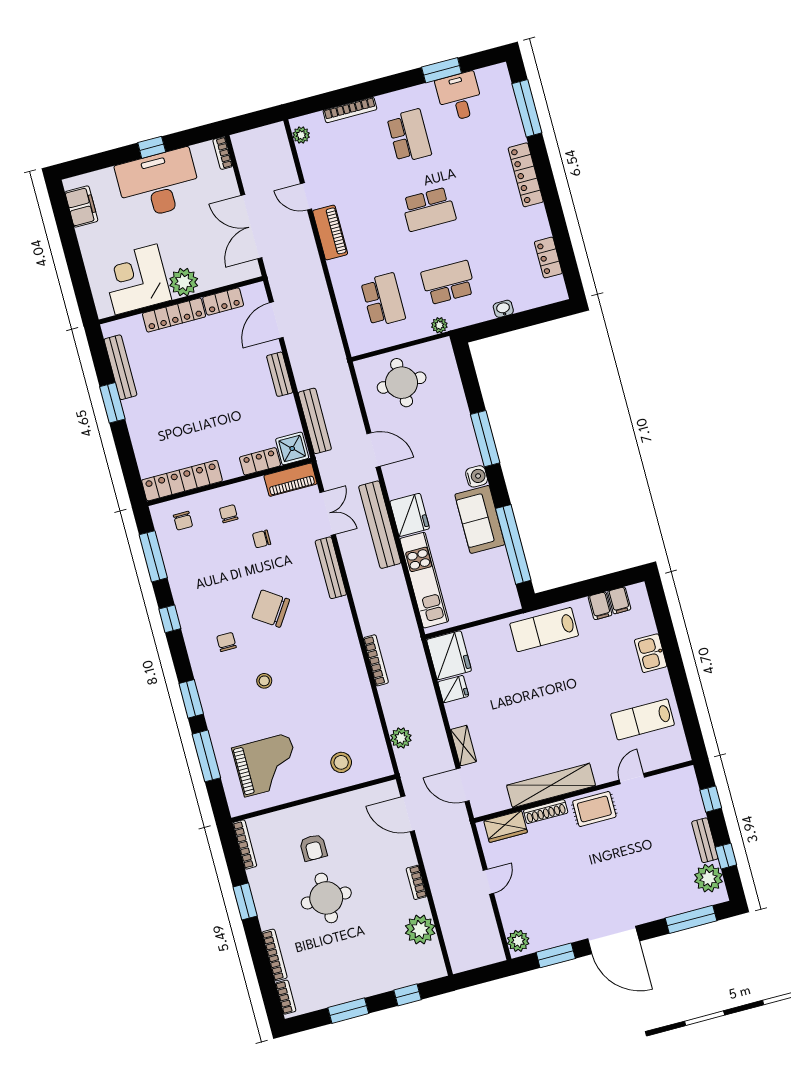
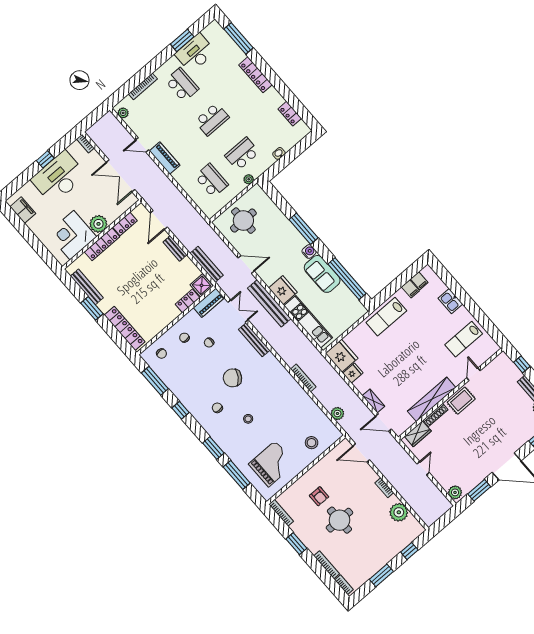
desk: (459, 97) -> (195, 53), width x1.37
locker: (182, 481) -> (125, 328), moved, turned 90

